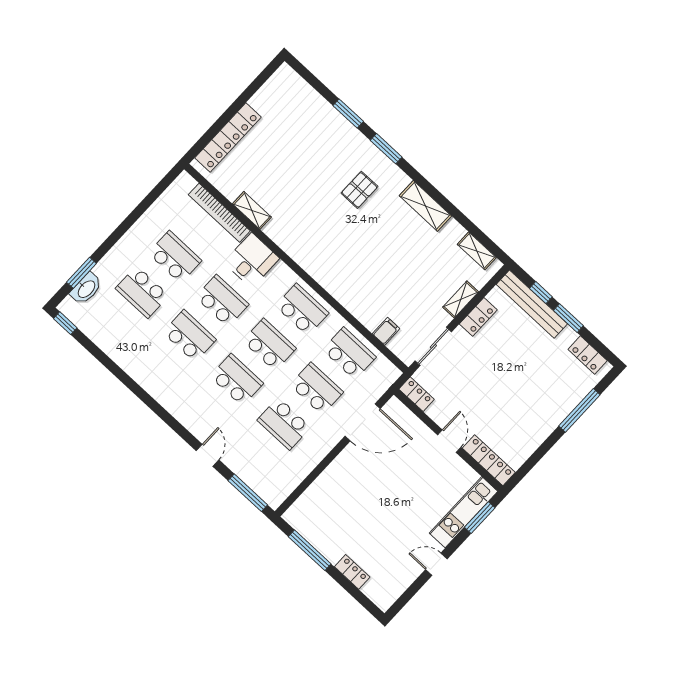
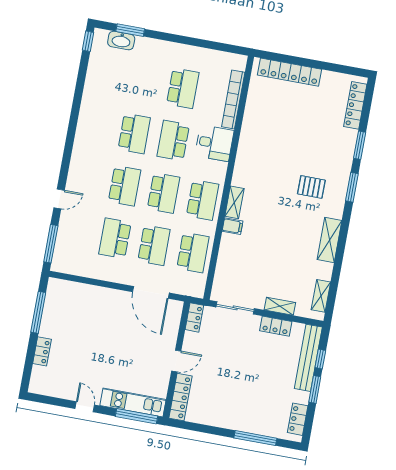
locker: (305, 92) -> (355, 105), added
shelving: (252, 210) -> (234, 202), moved
school desk: (142, 292) -> (144, 81), removed
school desk: (222, 301) -> (173, 141), turned 180
filing cabinet: (386, 331) -> (232, 226), moved
window: (480, 518) -> (136, 416), width x1.44

